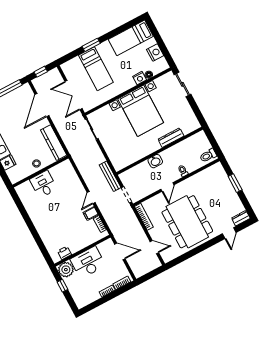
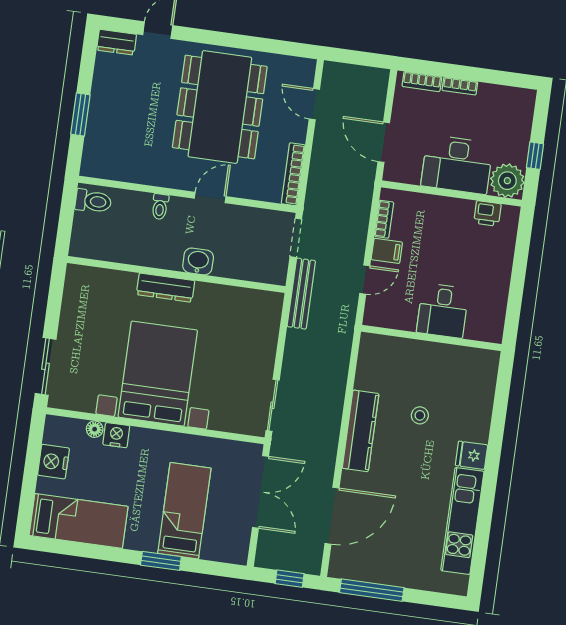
dresser: (171, 138) -> (166, 288), moved
wall: (40, 172) -> (431, 338), moved
desk: (43, 184) -> (443, 311), moved

